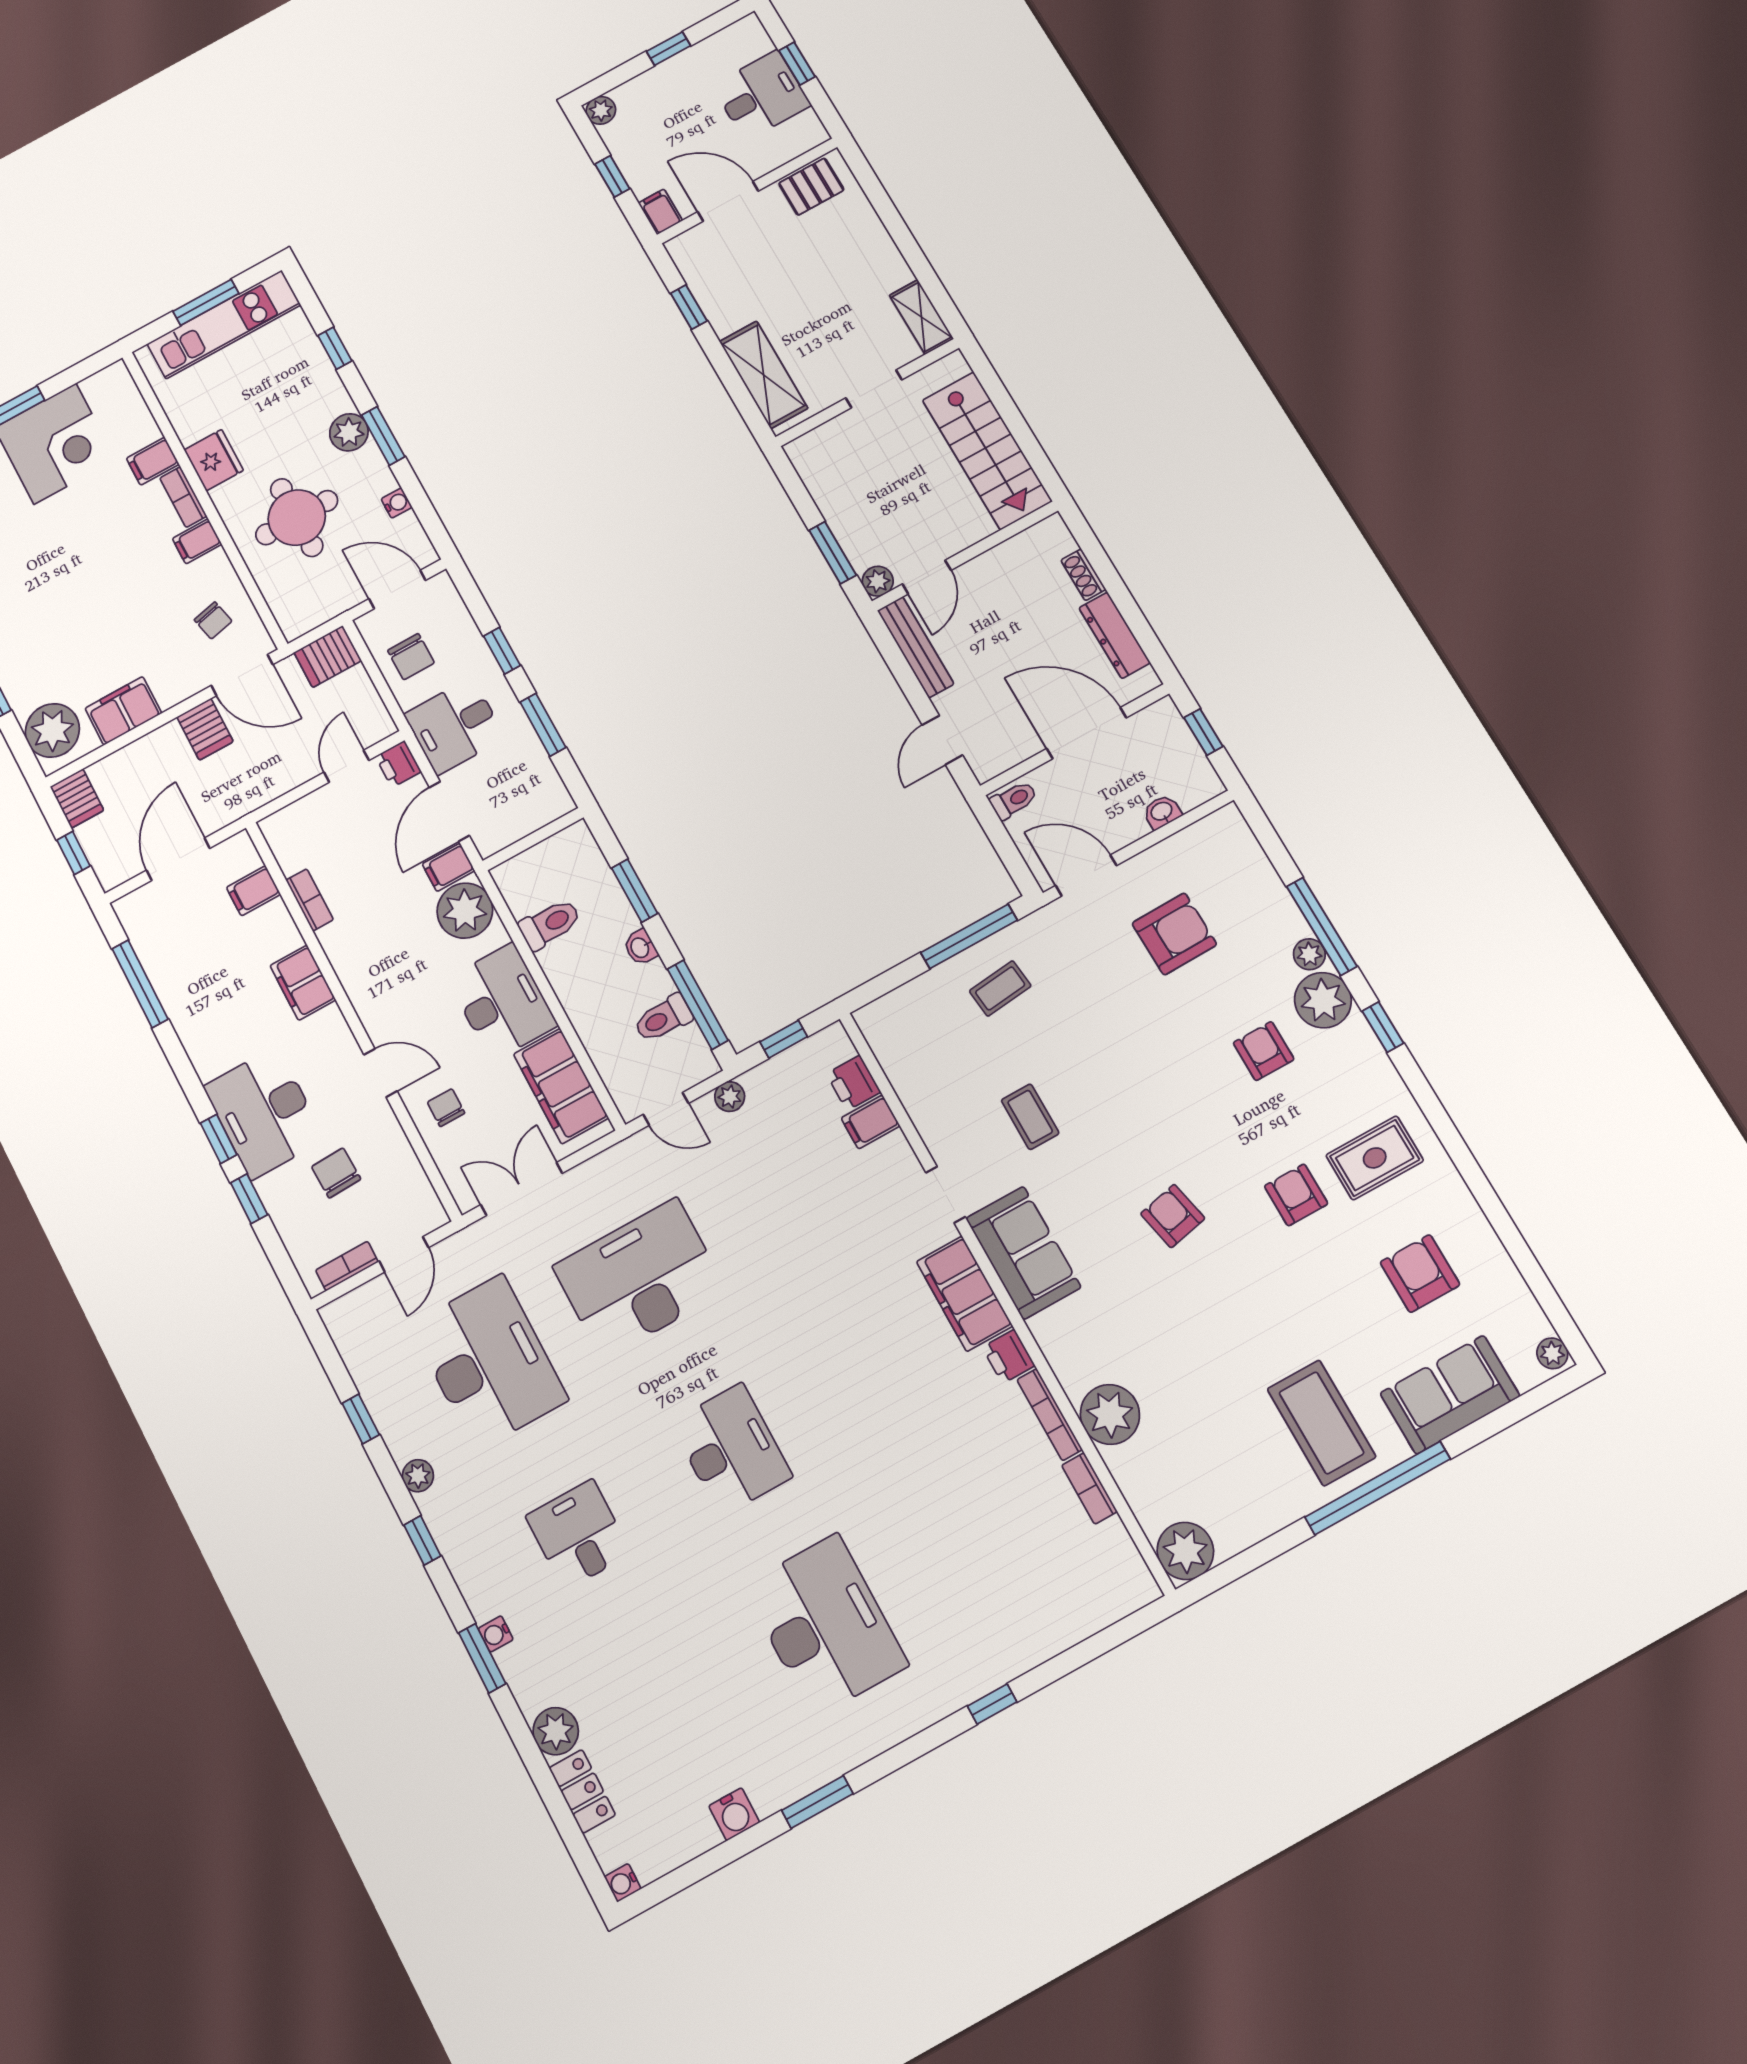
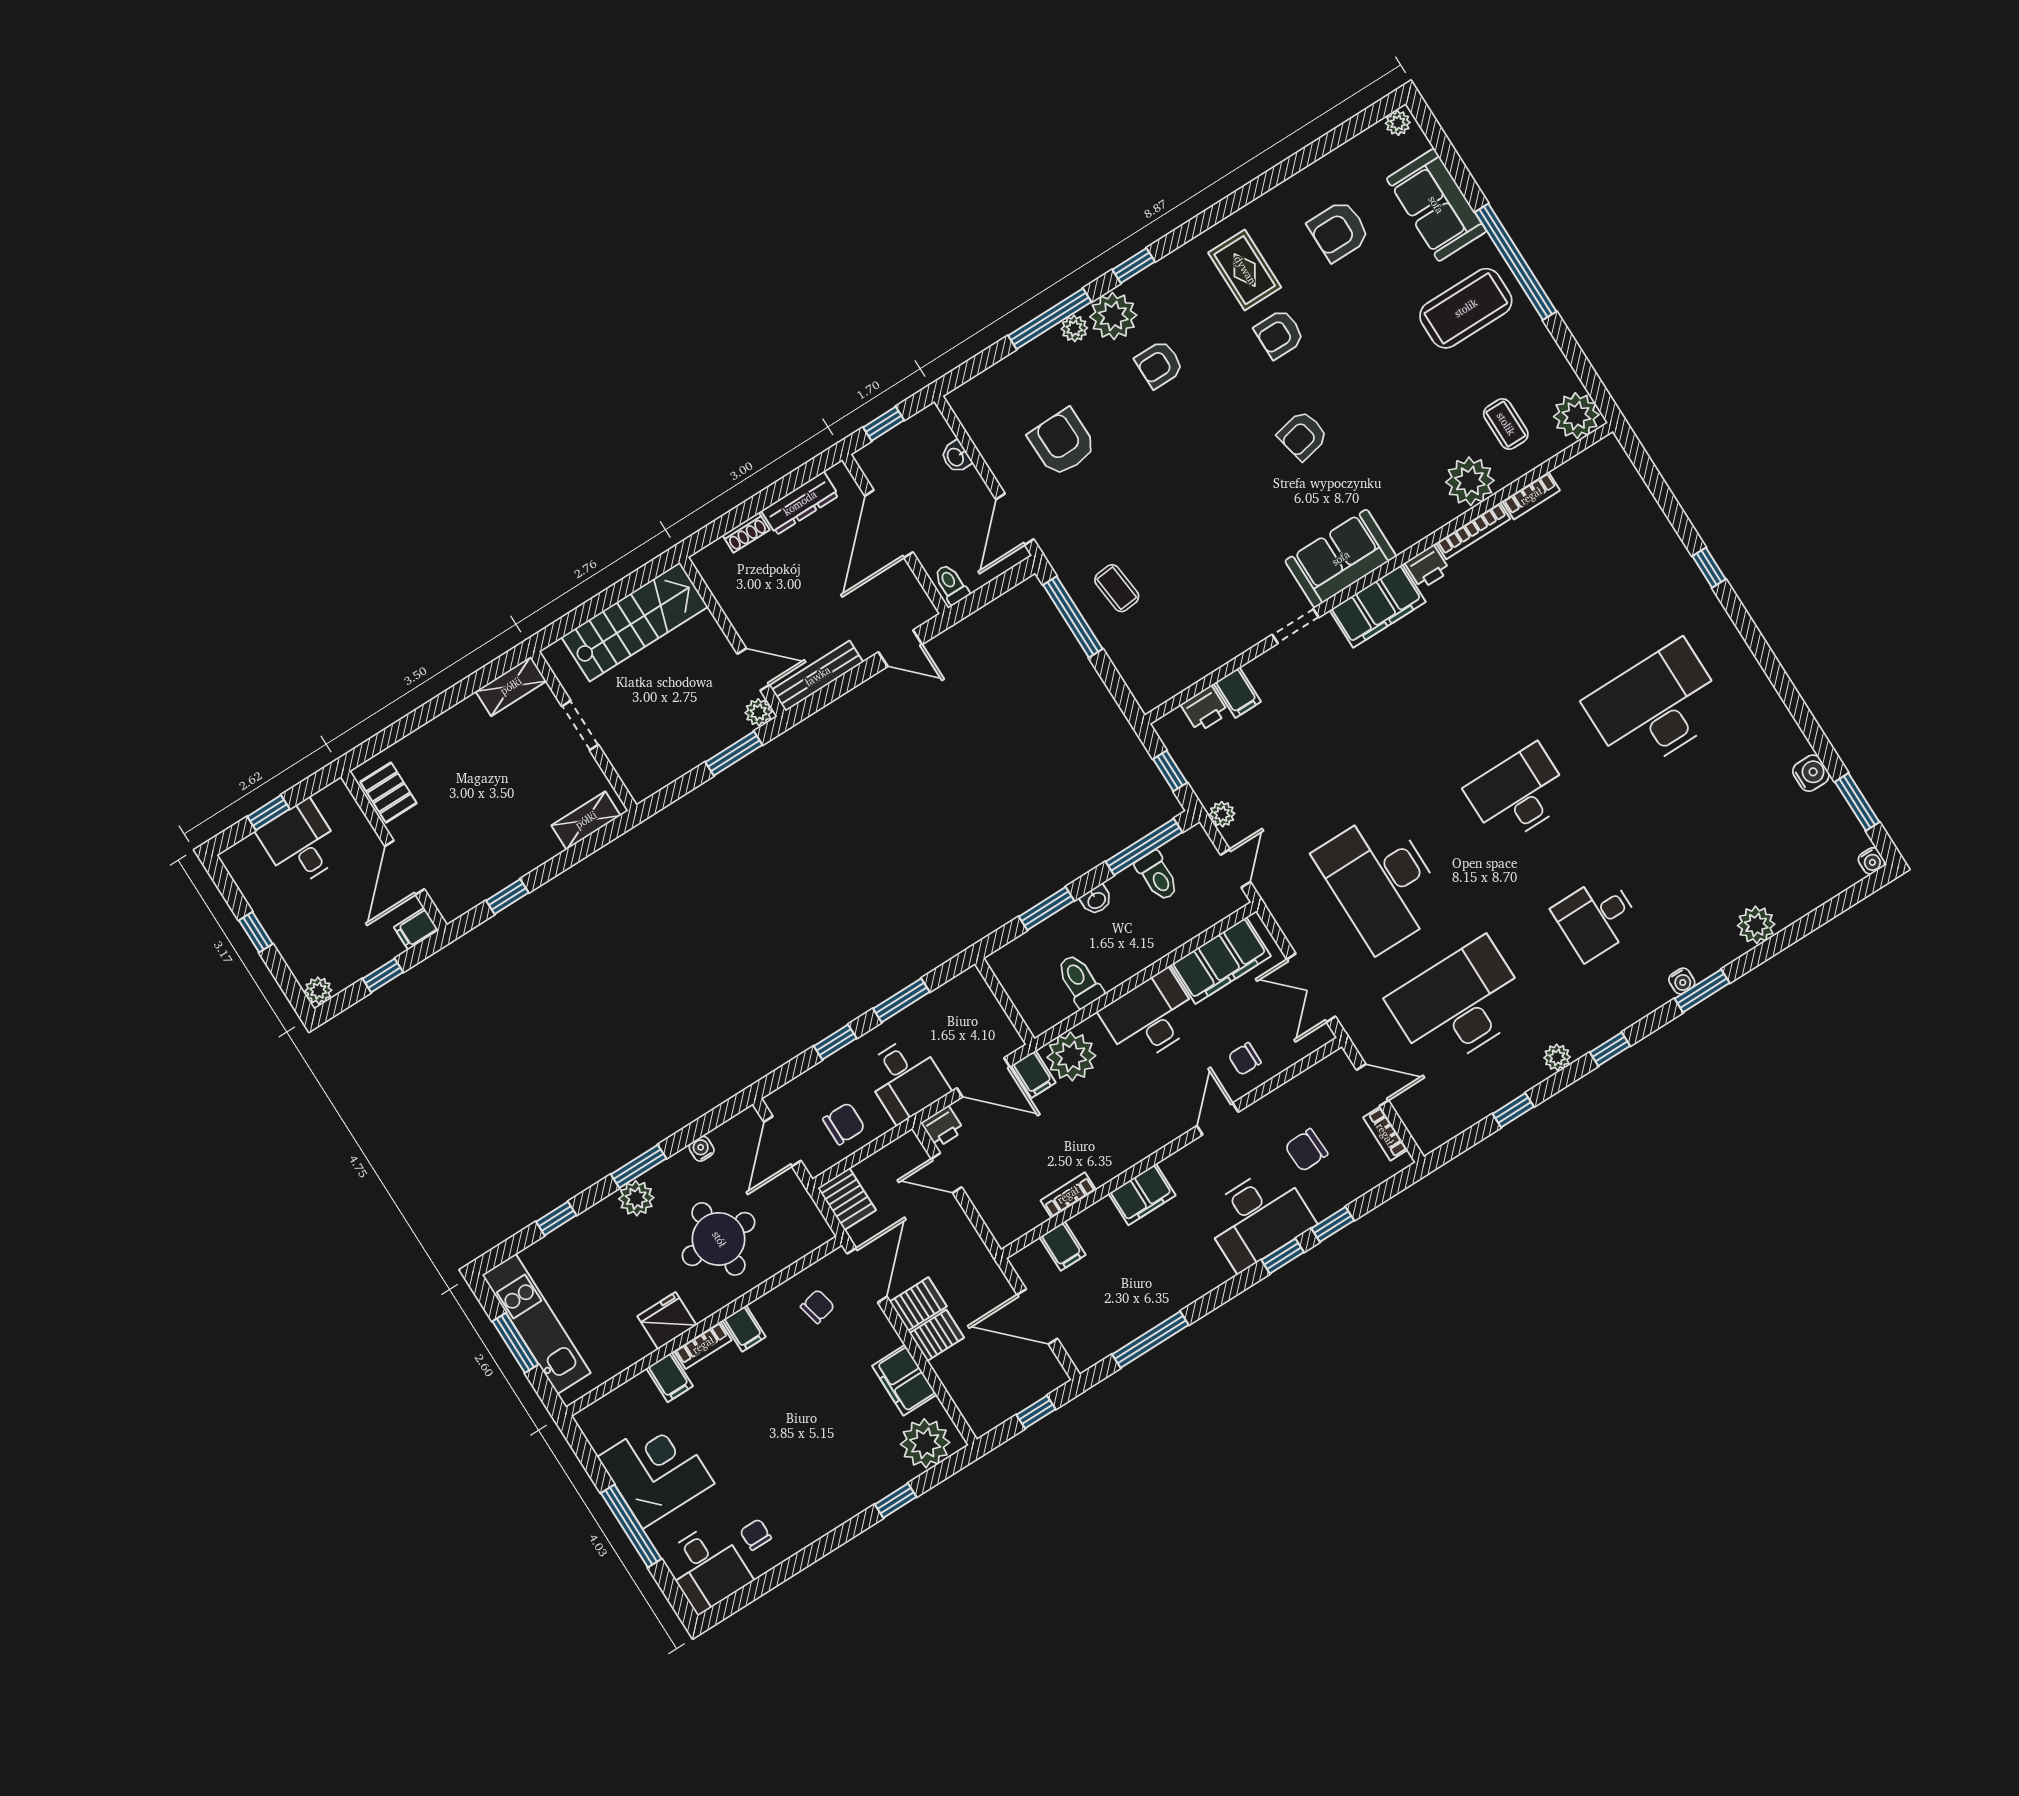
shelving: (764, 375) -> (586, 820), width x0.67, depth x0.75
server rack: (77, 798) -> (937, 1335), moved
coffee table: (1030, 1117) -> (1506, 424), moved, turned 90
locker: (582, 1791) -> (1802, 899), removed
window: (817, 1802) -> (1857, 802), moved

